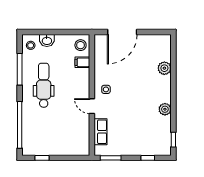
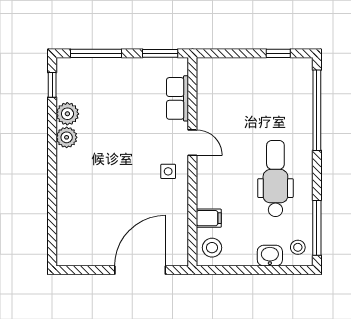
plant: (164, 68) -> (67, 114), moved
window: (20, 69) -> (317, 228), moved
dental chair: (44, 85) -> (275, 179), turned 180
window: (148, 158) -> (96, 53), width x2.17

